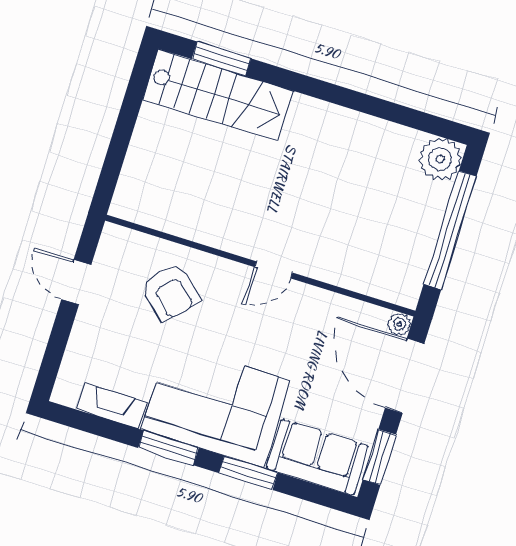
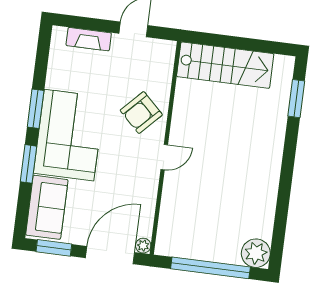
stairs: (218, 95) -> (225, 65), moved, turned -90
door: (274, 270) -> (164, 157), swing flipped
armchair: (171, 292) -> (141, 113), moved
fireplace: (112, 406) -> (89, 39), moved, turned 90

